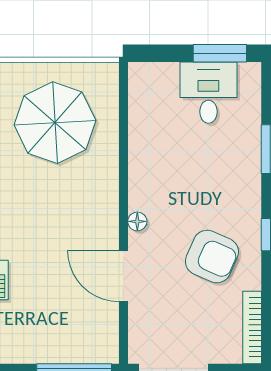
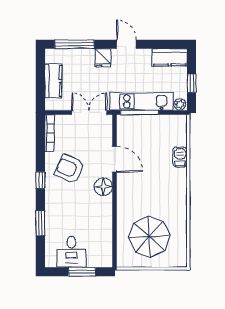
window: (220, 53) -> (82, 272), moved
floor lamp: (137, 221) -> (103, 187), width x1.89, depth x1.89

